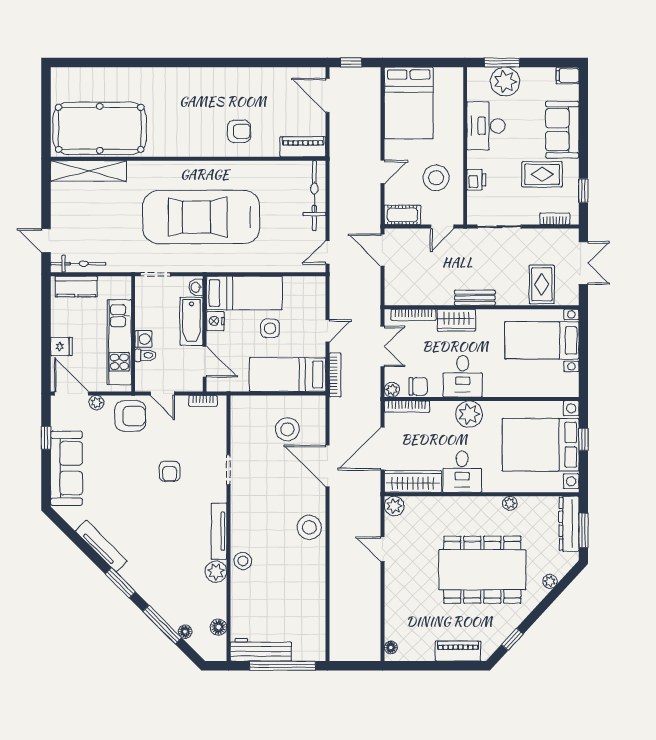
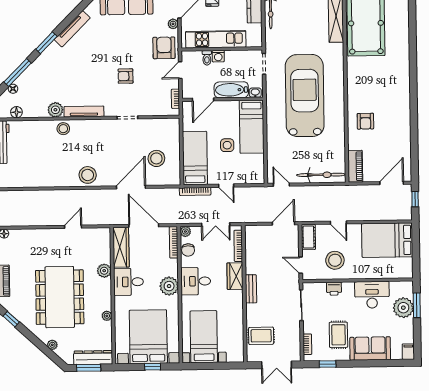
nightstand: (215, 321) -> (232, 107), removed
bed with nightstands: (542, 340) -> (204, 337), moved
armchair: (130, 416) -> (164, 48), turned 180
plant: (394, 506) -> (104, 271), moved

